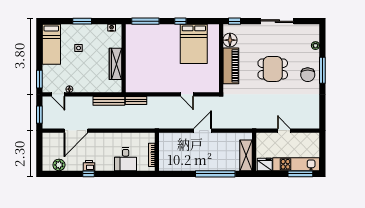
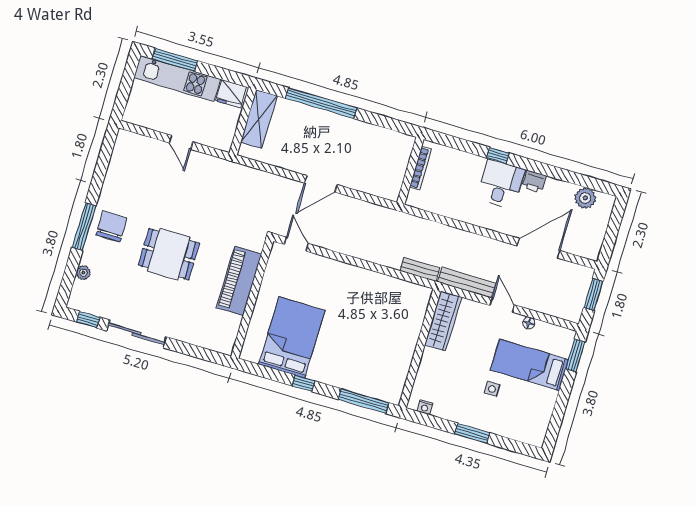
window: (234, 21) -> (88, 320), moved
floor lamp: (230, 40) -> (228, 326), removed
bed: (51, 44) -> (529, 365), moved, turned -90
wardrobe: (116, 64) -> (443, 321), moved
door: (58, 94) -> (502, 305), moved
door: (187, 94) -> (296, 244), moved
desk: (126, 159) -> (501, 184), moved
window: (89, 174) -> (498, 155), moved

